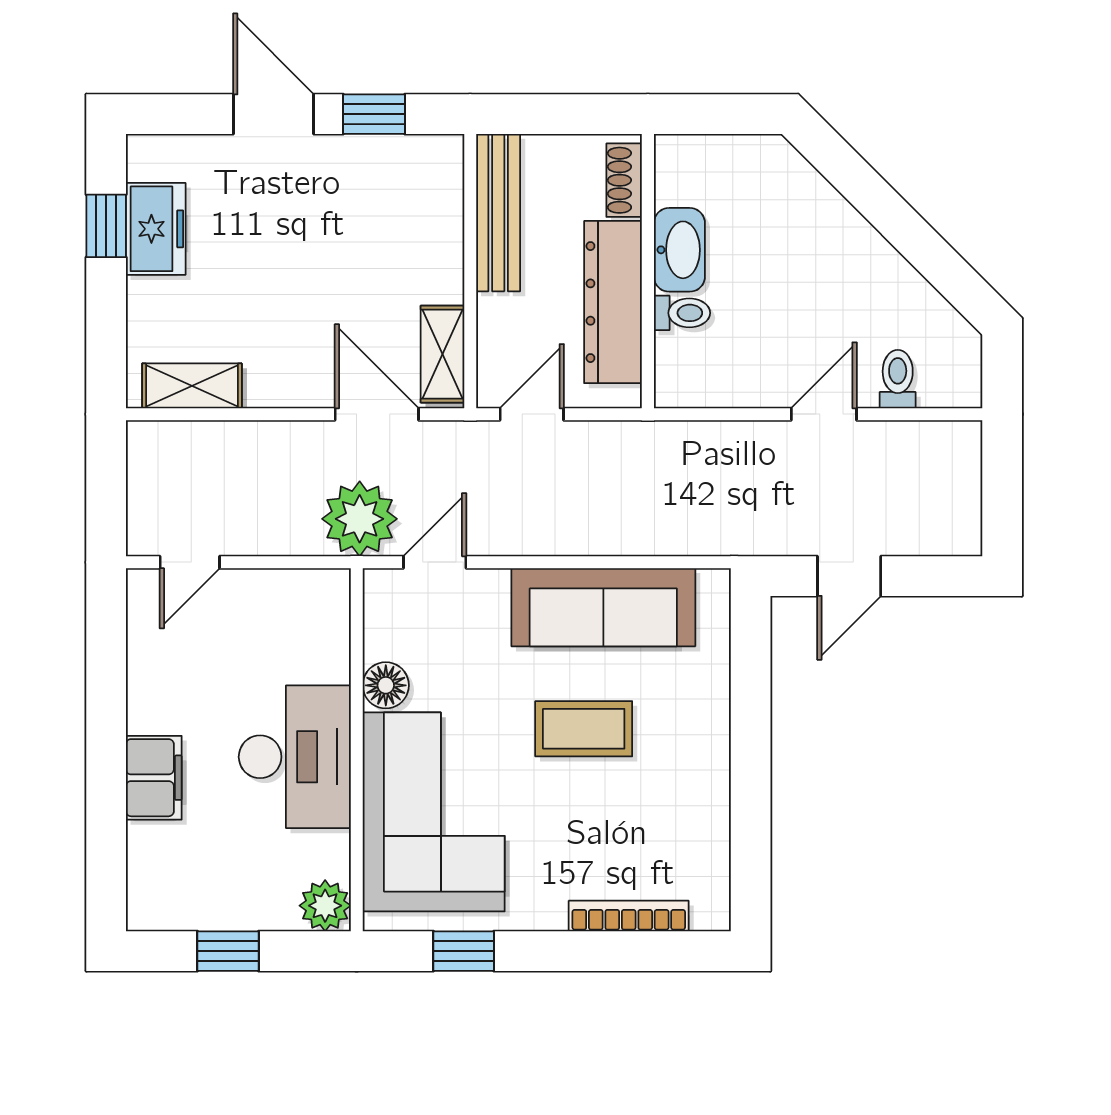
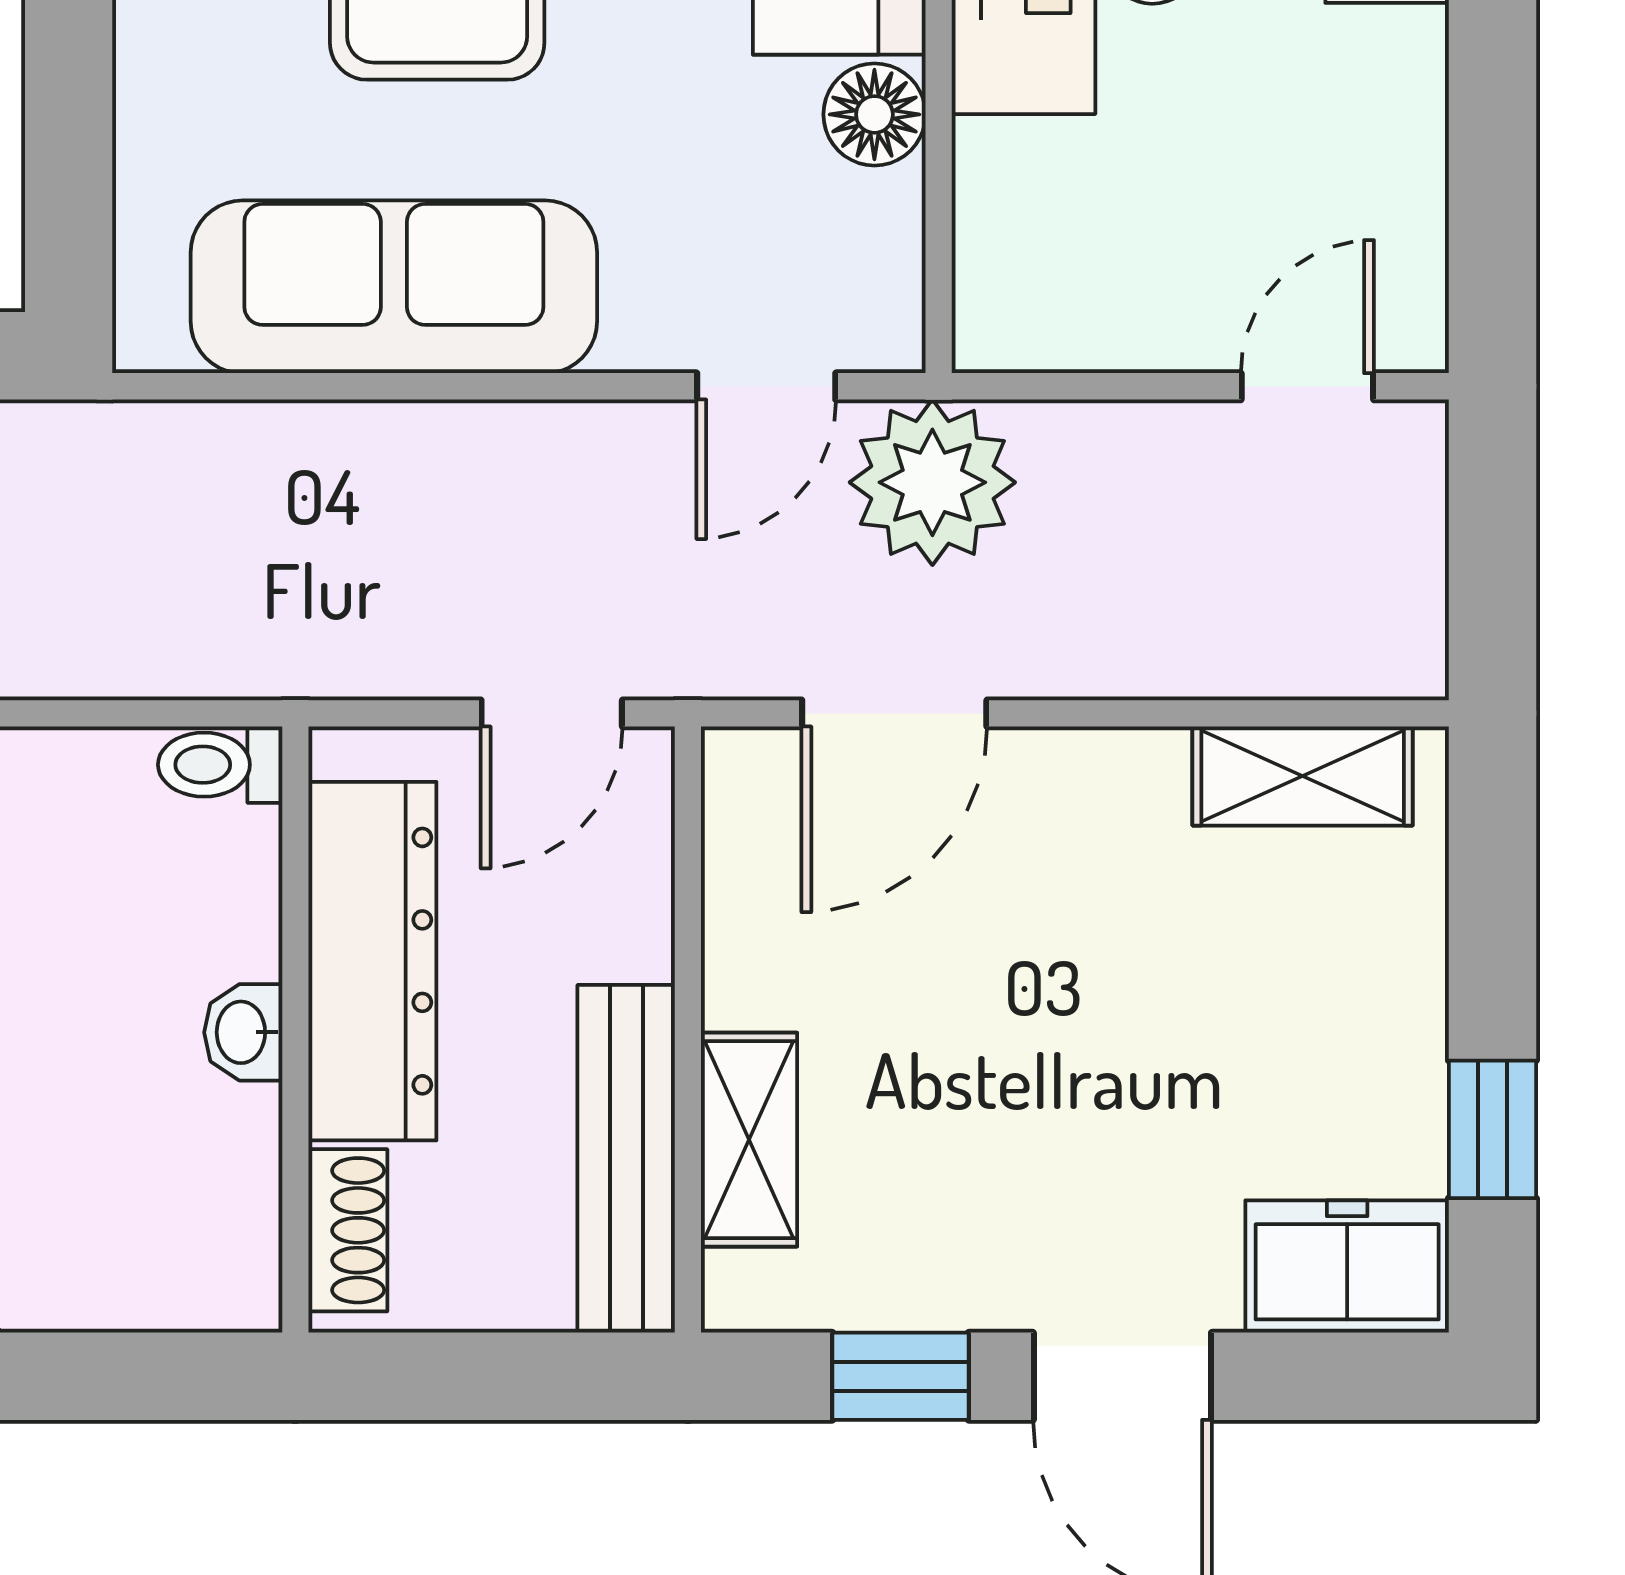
freezer: (156, 229) -> (1347, 1267), moved, turned 90
washbasin: (679, 250) -> (243, 1032), width x0.52, depth x0.69
toilet: (682, 313) -> (220, 765), moved
shelving: (443, 354) -> (749, 1140), moved
door: (377, 414) -> (894, 713), hinge flipped

